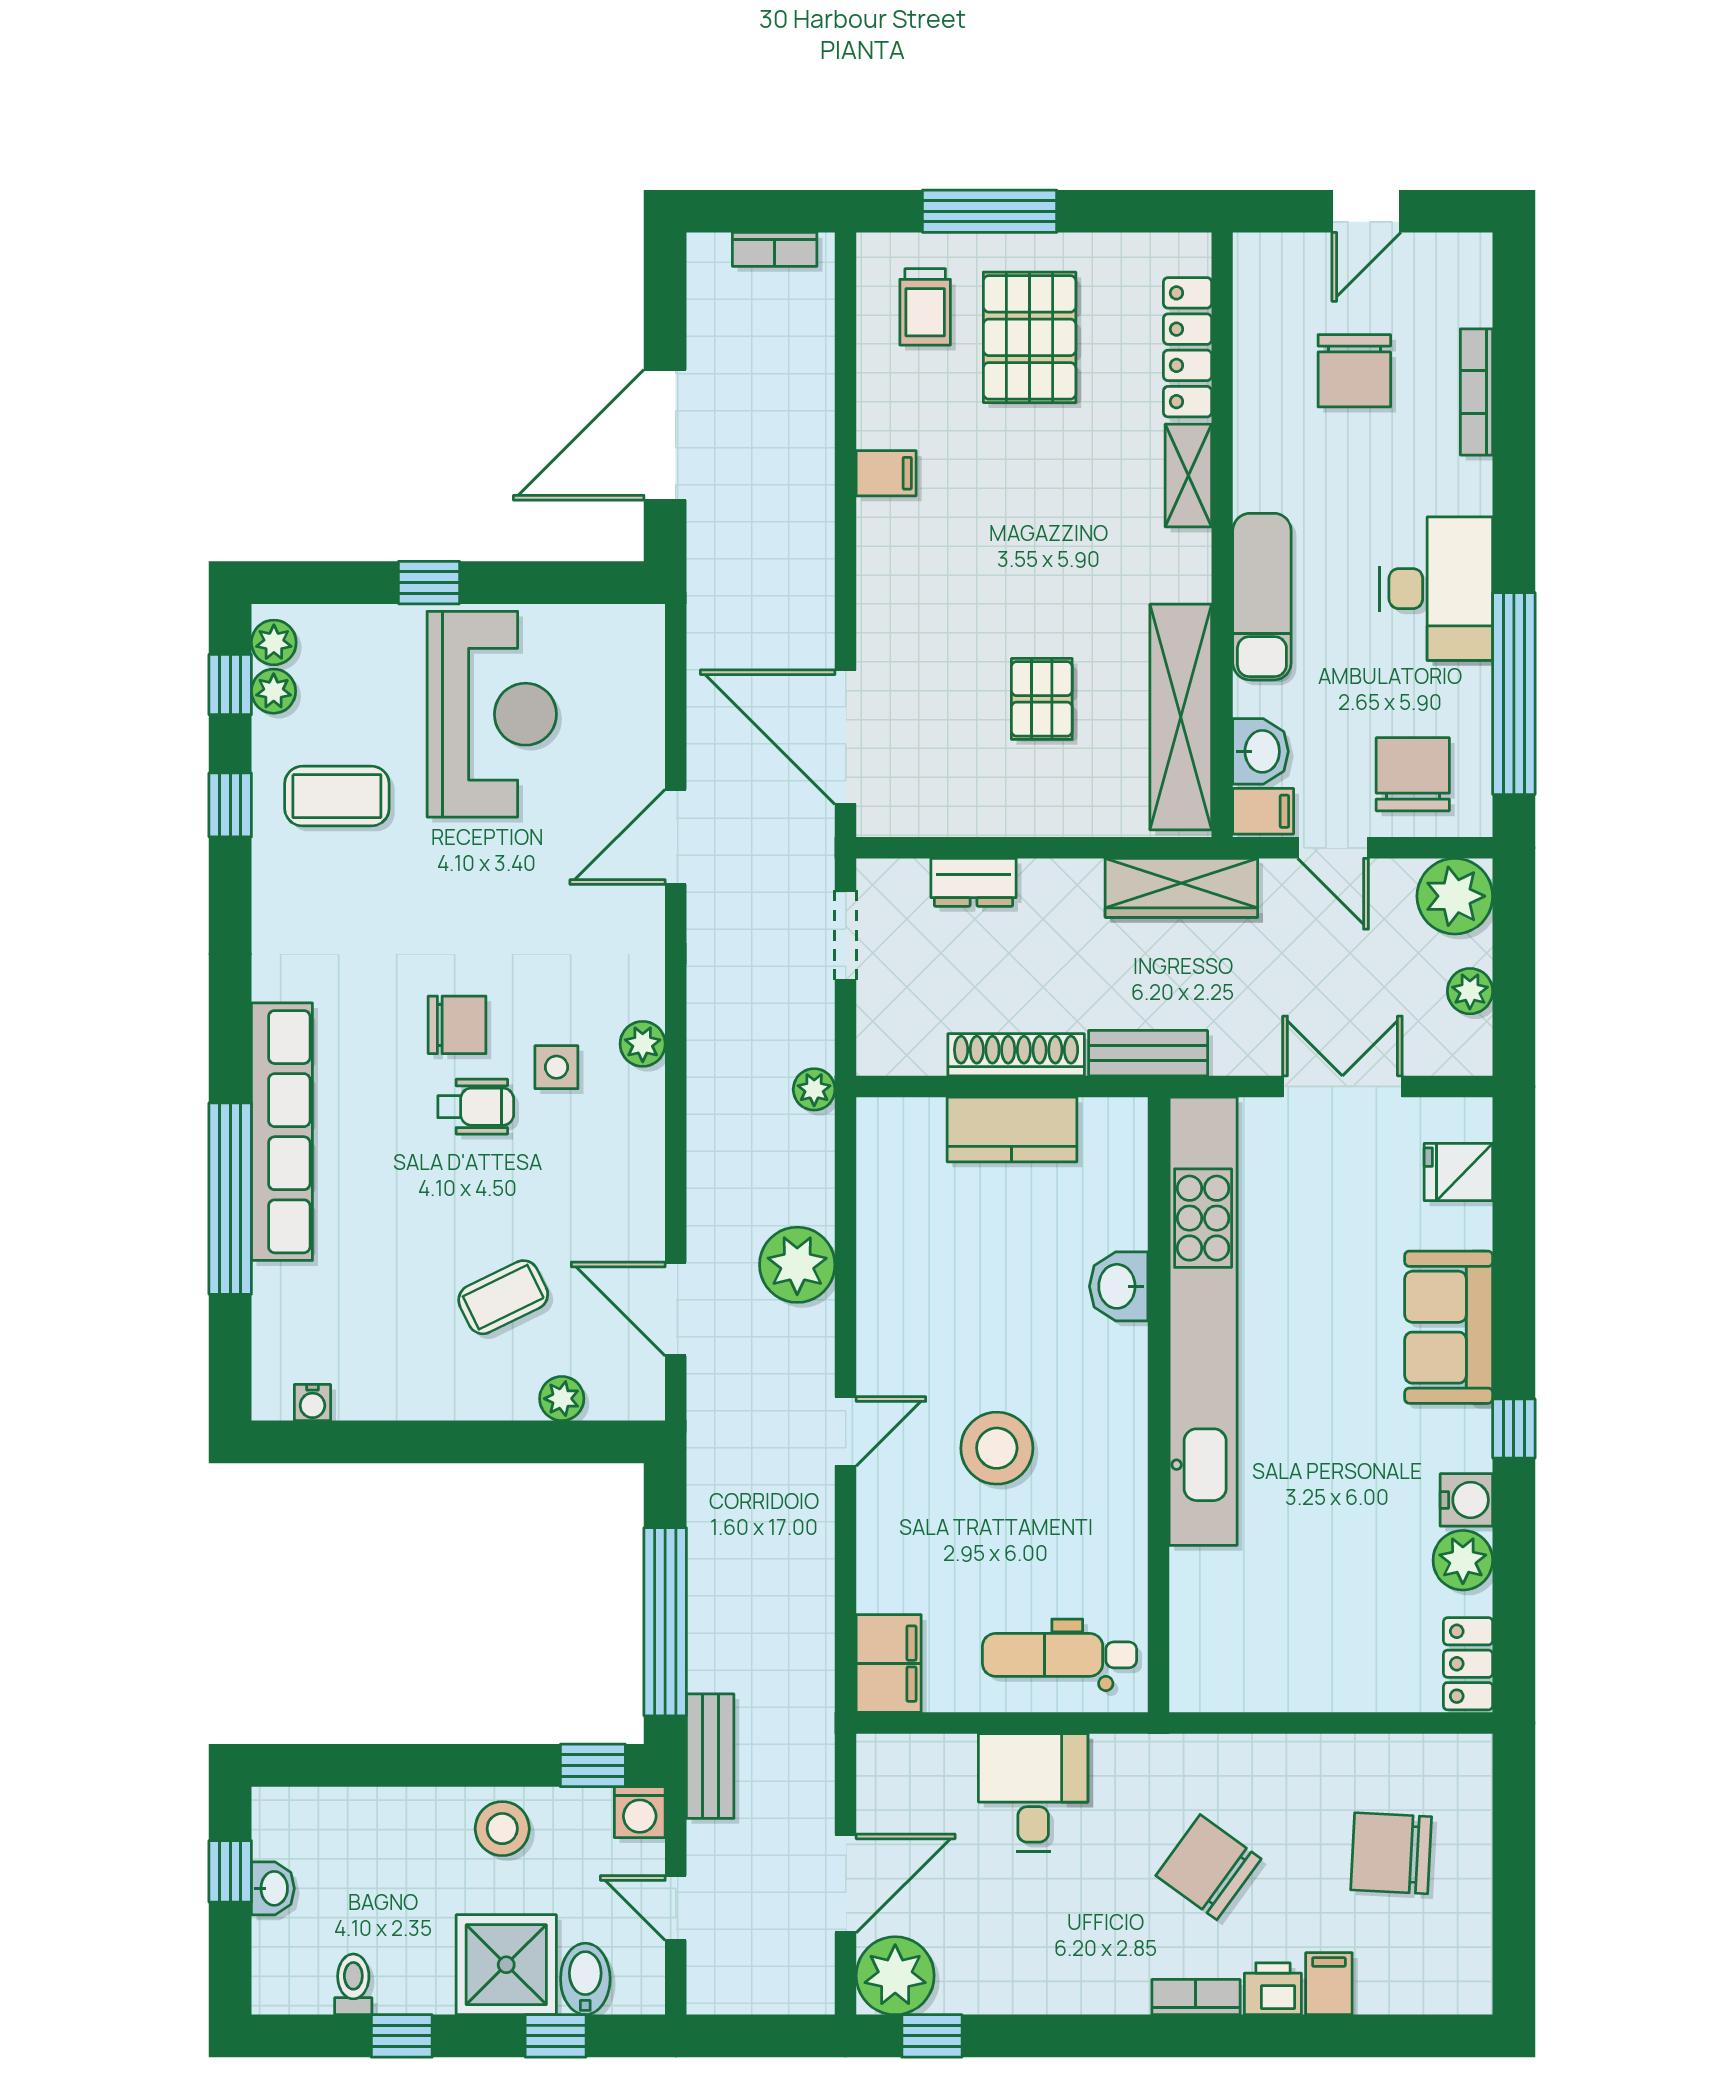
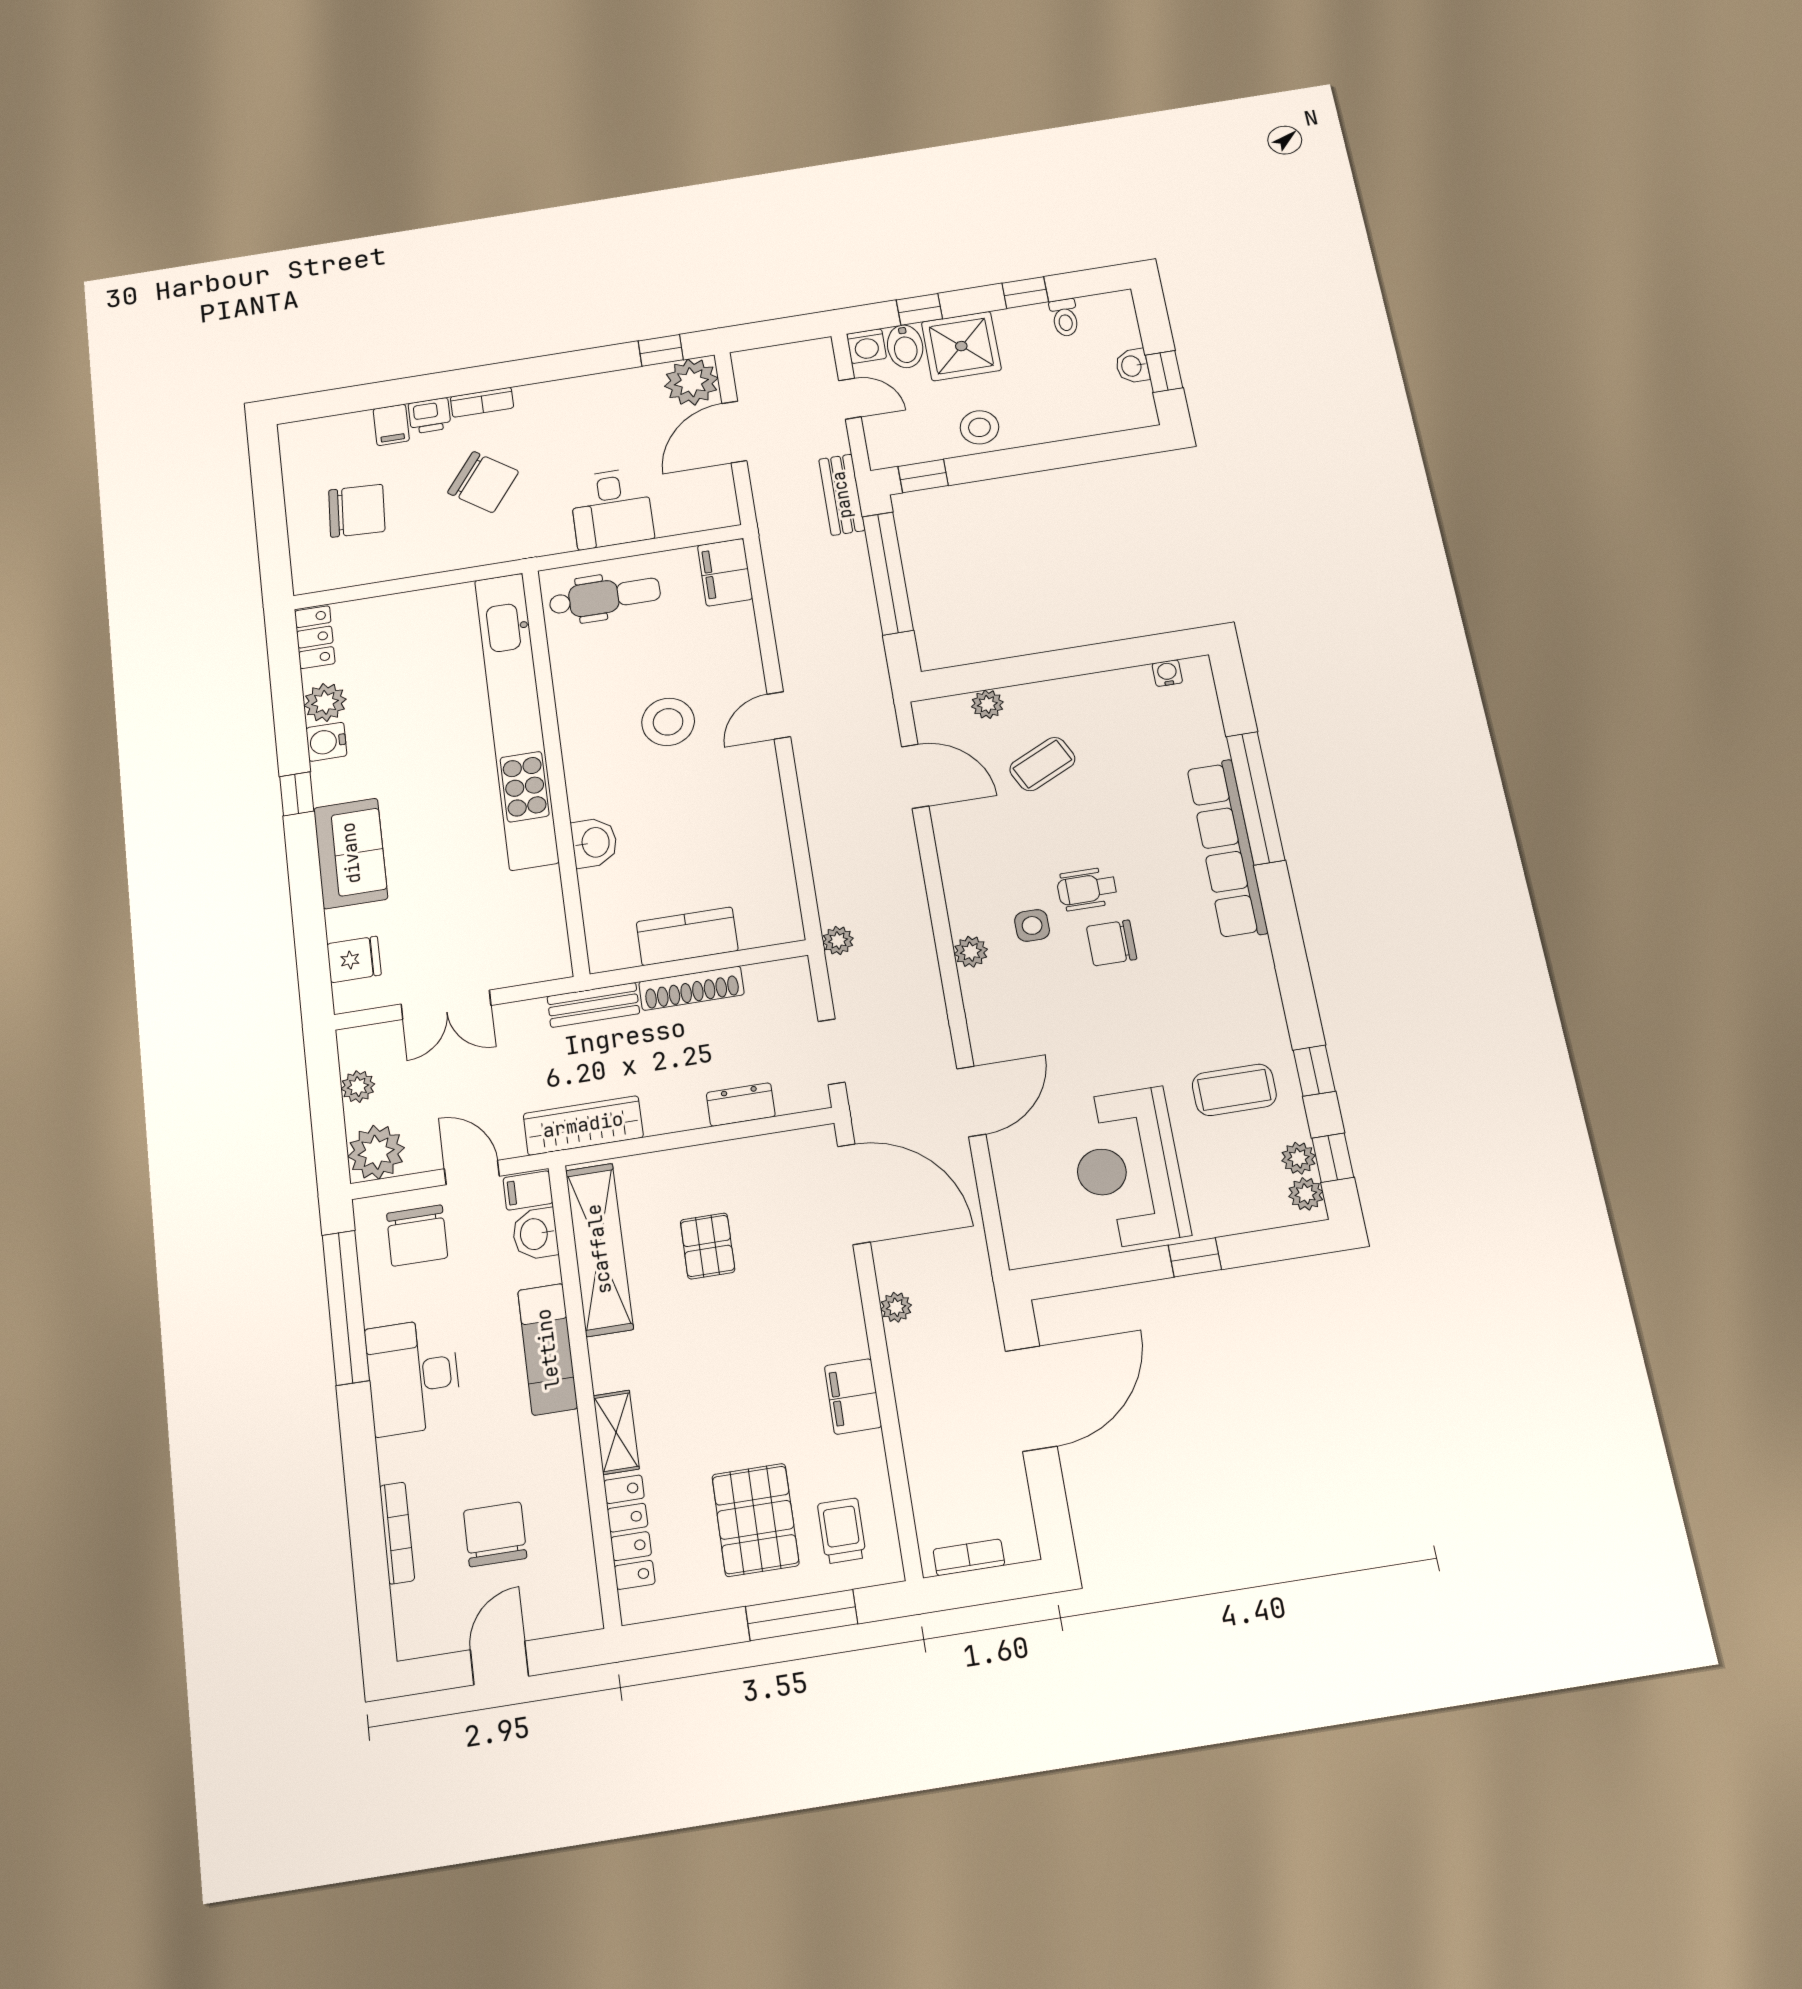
filing cabinet: (886, 473) -> (853, 1396), width x2.00
plant: (797, 1265) -> (896, 1307), moved, width x0.53, depth x0.53
kitchen unit: (1203, 1321) -> (516, 719), moved
washing machine: (640, 1812) -> (866, 346), moved, turned 180

